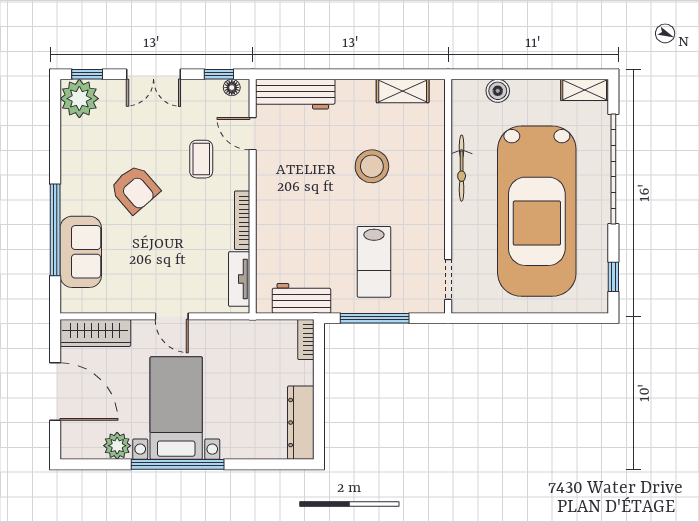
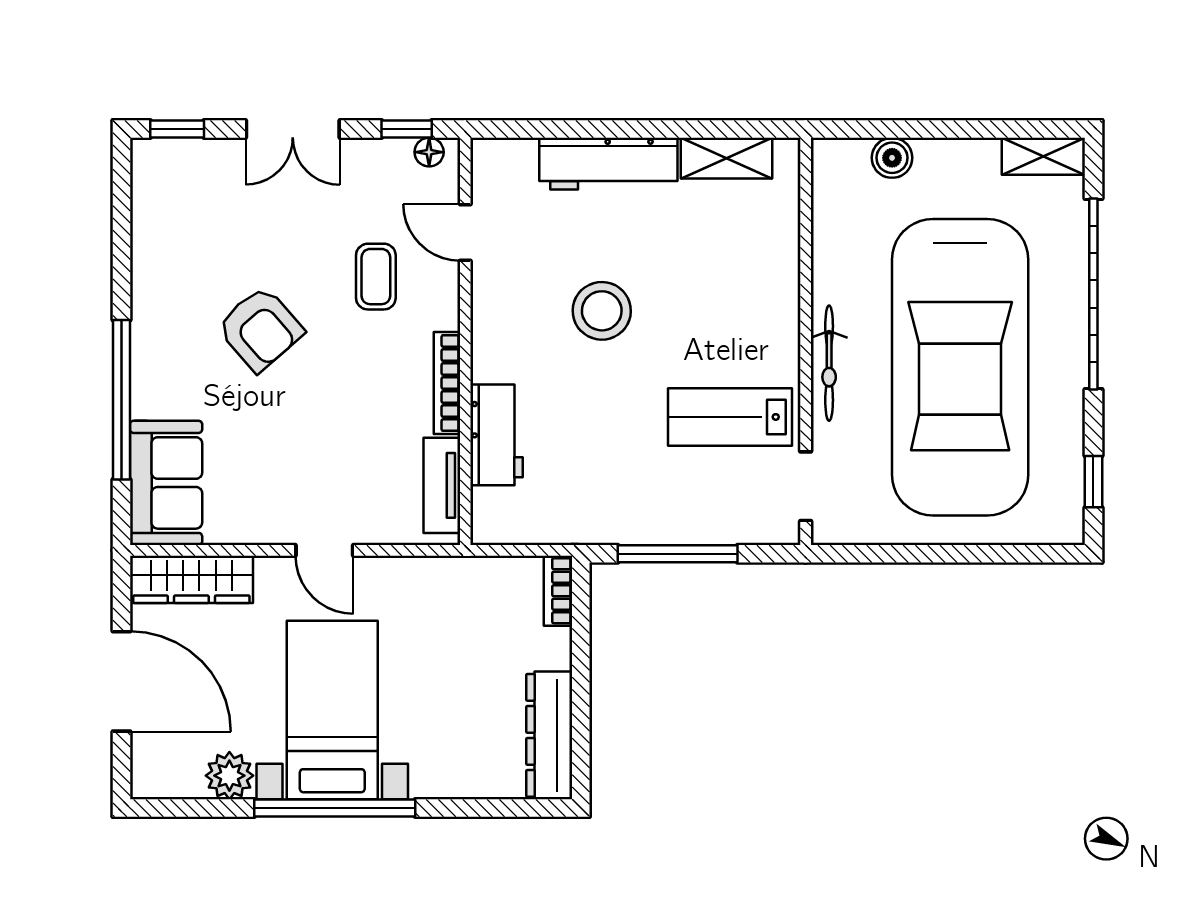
workbench: (295, 94) -> (608, 164), moved
plant: (79, 99) -> (164, 171), removed
stool: (372, 166) -> (602, 311), moved
bicycle: (462, 168) -> (829, 363), moved
sofa: (81, 252) -> (166, 483), moved
lab bench: (374, 262) -> (730, 417), moved, turned 90
workbench: (301, 298) -> (497, 435), moved, turned 90

